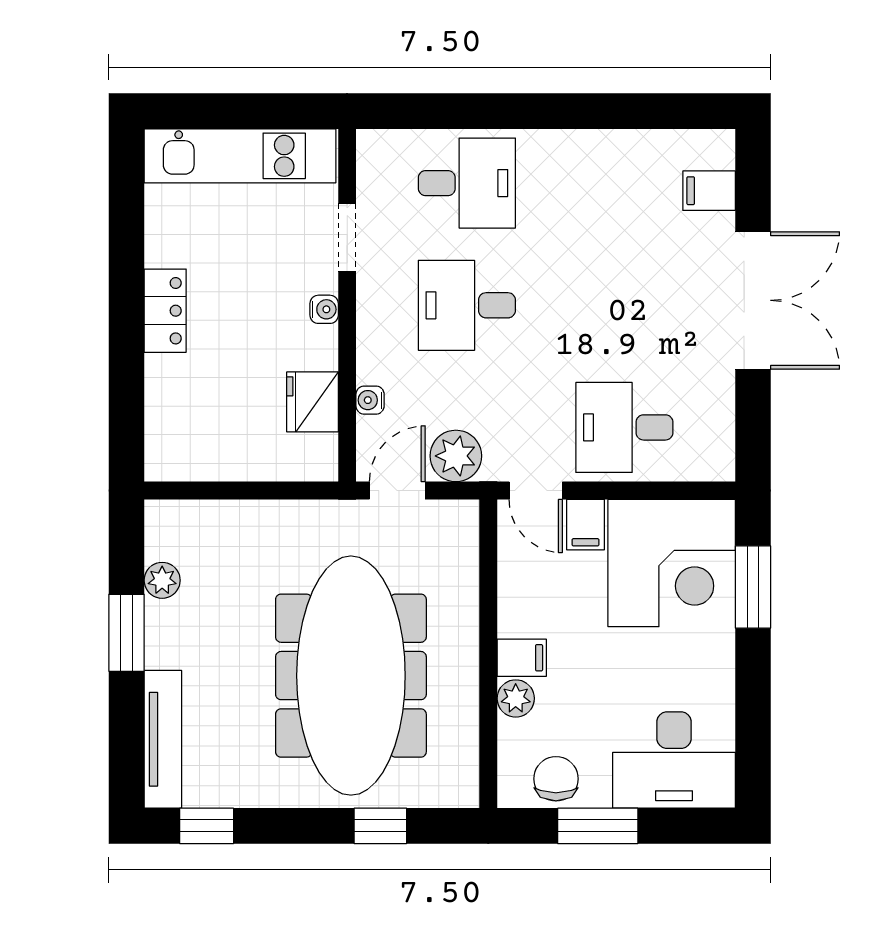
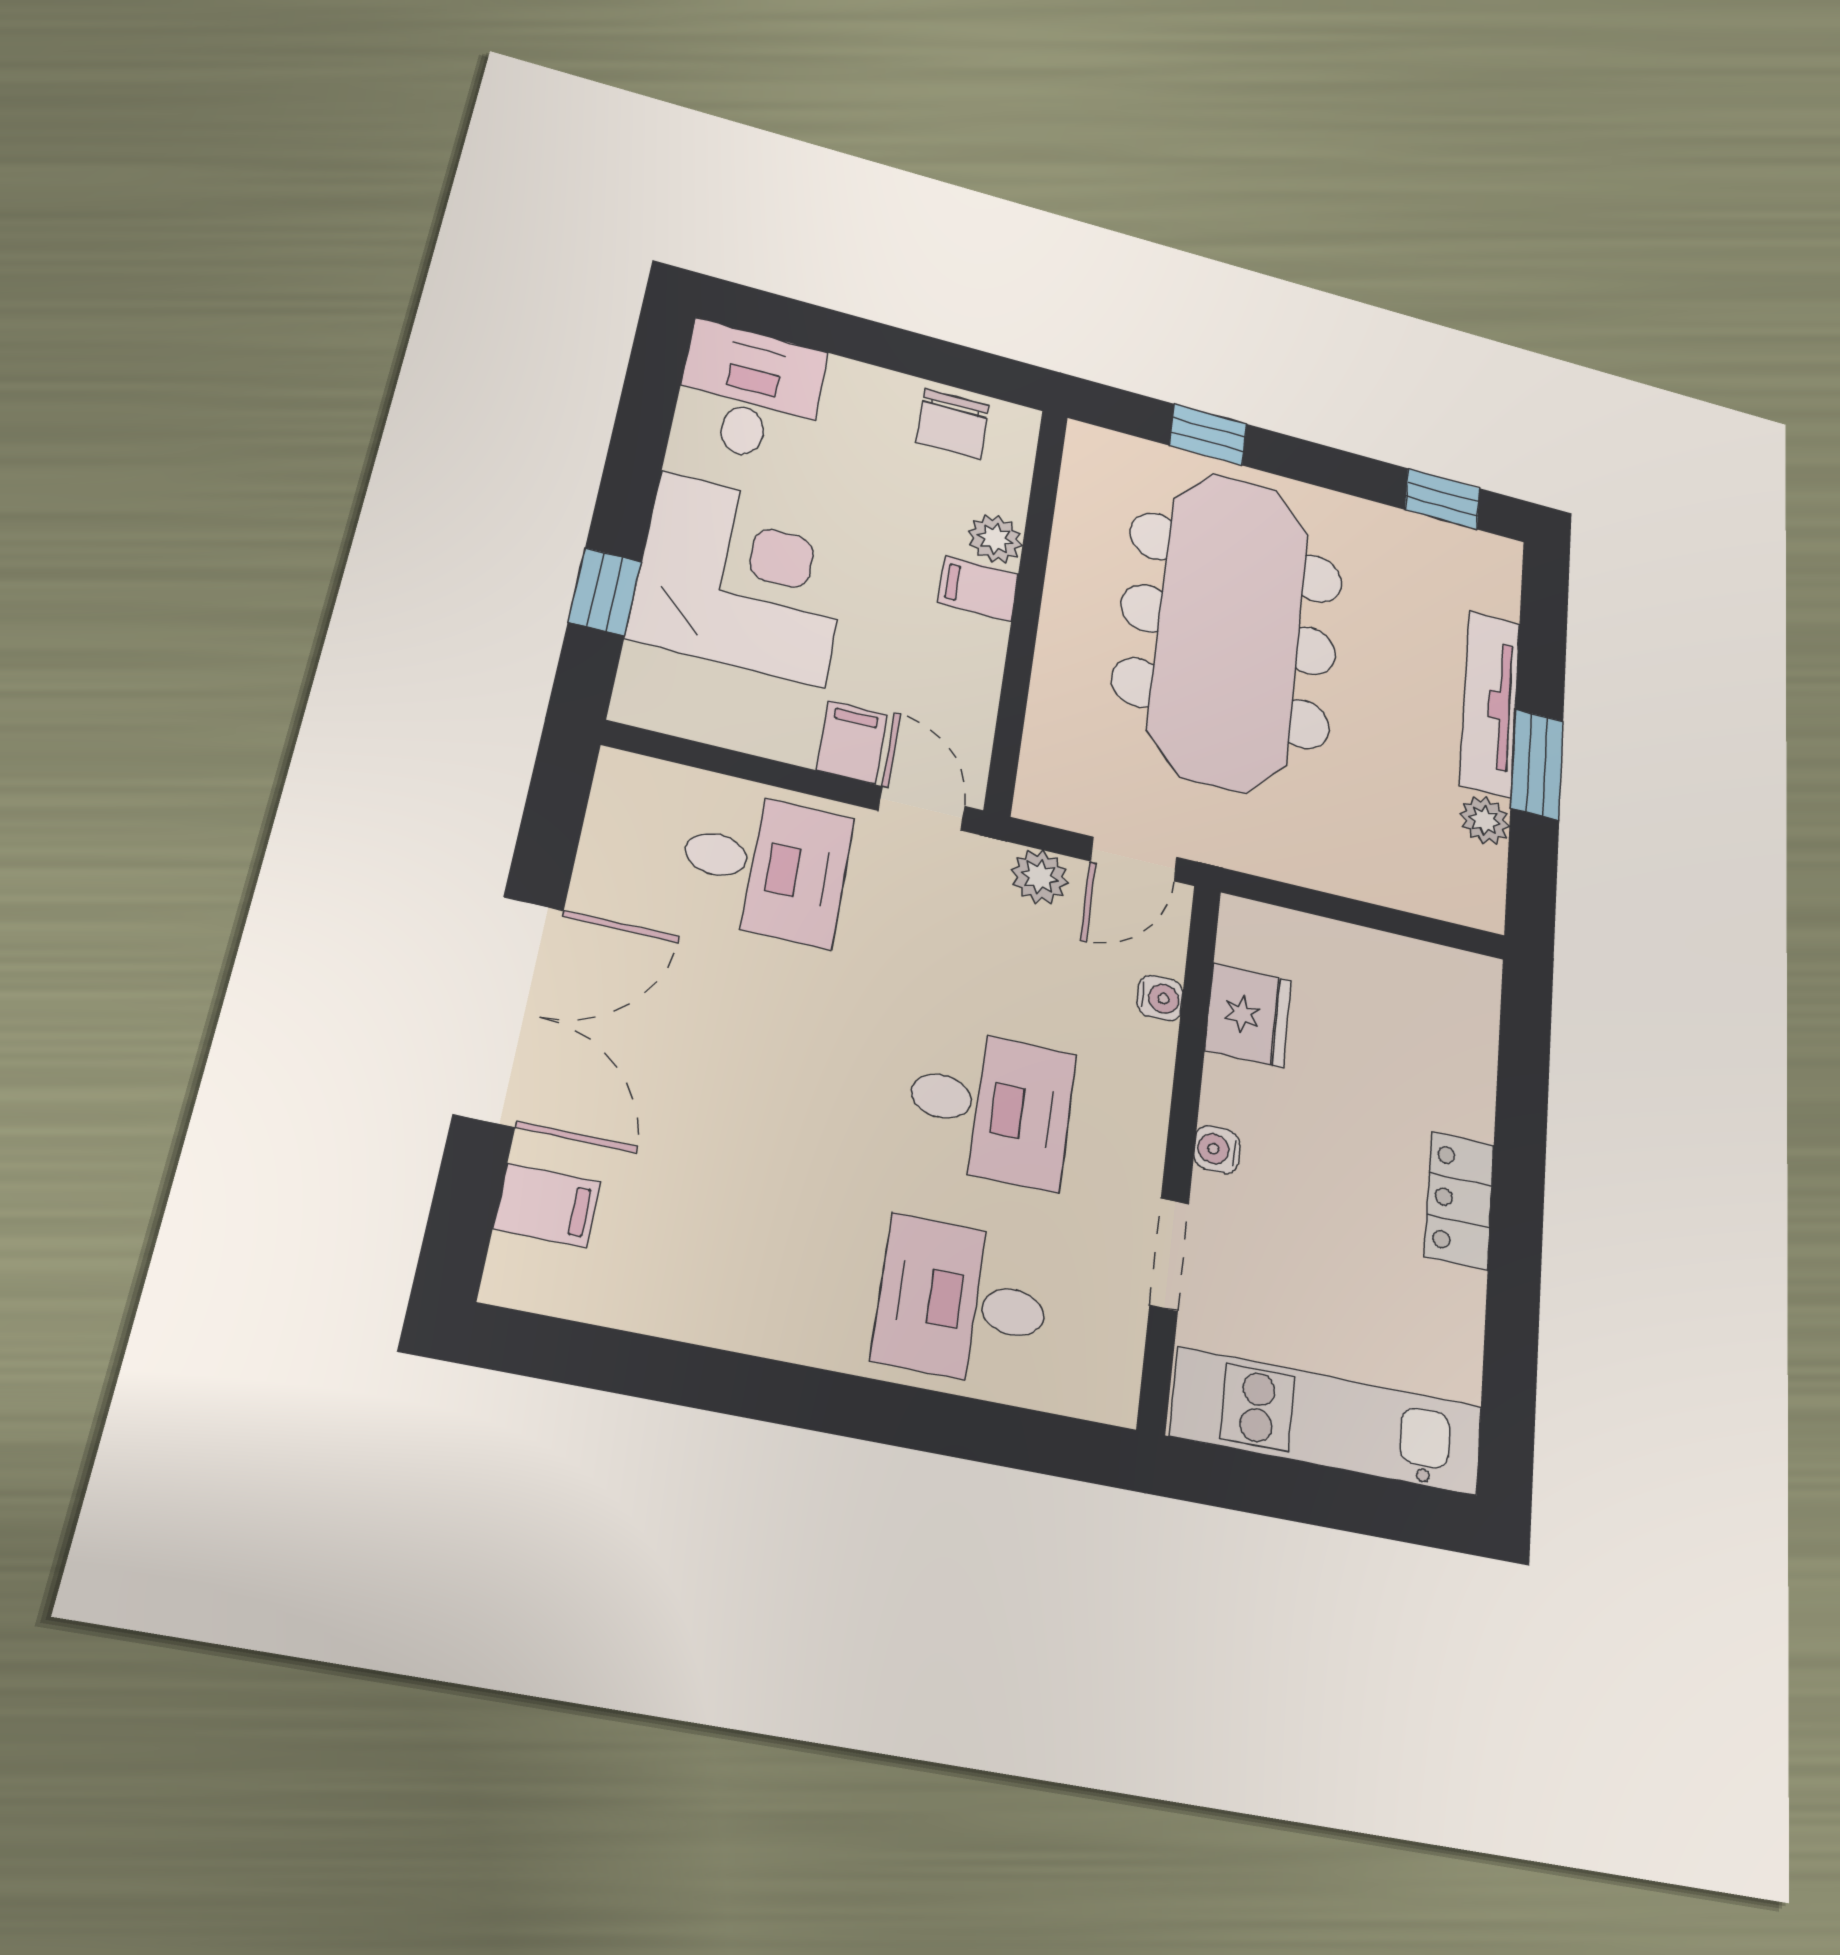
double door: (753, 300) -> (509, 1010), swing flipped
plant: (456, 456) -> (1040, 877), width x0.73, depth x0.73
corner desk: (672, 563) -> (743, 578), moved, turned 90
window: (753, 587) -> (605, 592), width x0.67
tv unit: (163, 739) -> (1490, 703), moved
desk: (674, 760) -> (750, 393), width x0.73
window: (598, 826) -> (902, 351), removed

